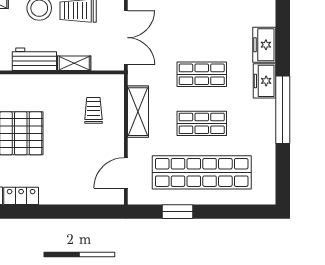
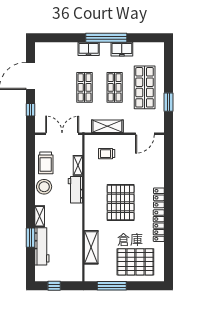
freezer: (264, 45) -> (122, 49), moved
shop shelf: (202, 172) -> (145, 87), width x0.71
door: (126, 173) -> (145, 134), hinge flipped

